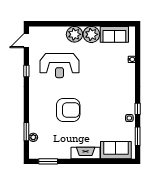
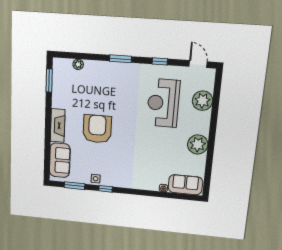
plant: (74, 34) -> (202, 101), moved
sofa: (114, 34) -> (185, 185), moved, turned 90
armchair: (68, 110) -> (97, 129), moved, turned 180
window: (26, 132) -> (120, 59), moved

